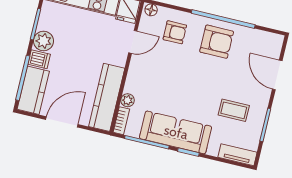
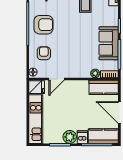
door: (133, 42) -> (57, 79), swing flipped
armchair: (217, 42) -> (43, 25), turned 90
kitchen counter: (107, 97) -> (104, 87), width x0.67
sofa: (176, 132) -> (109, 43), width x0.73

